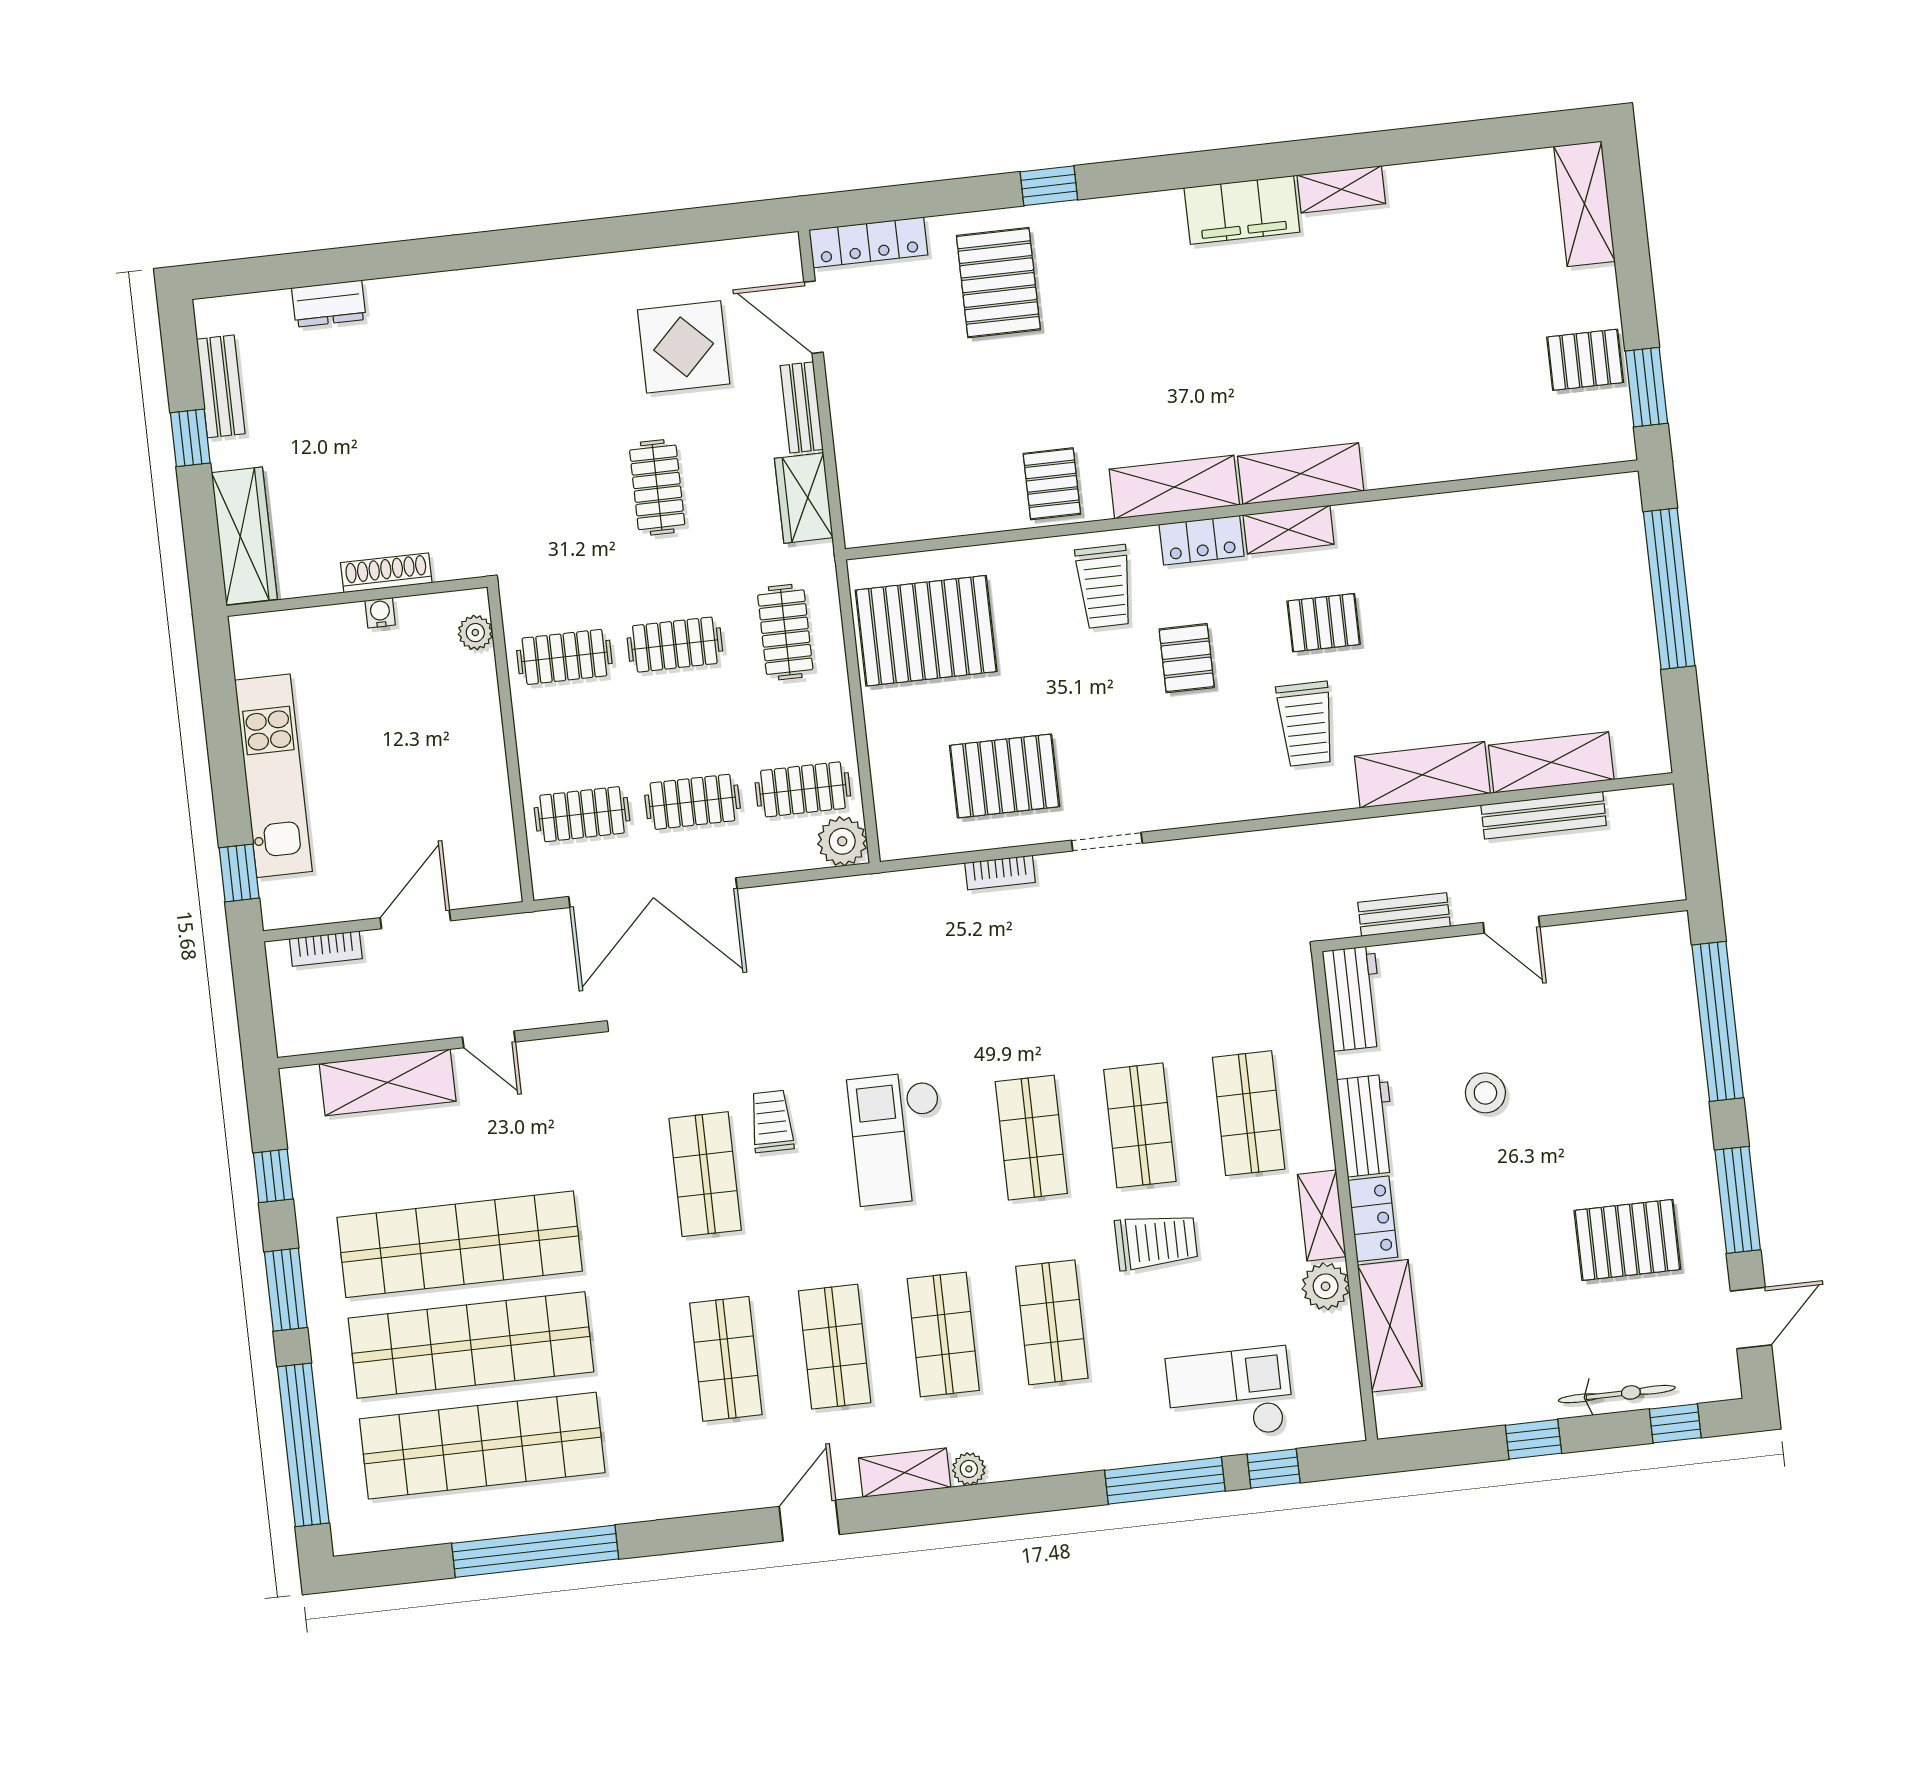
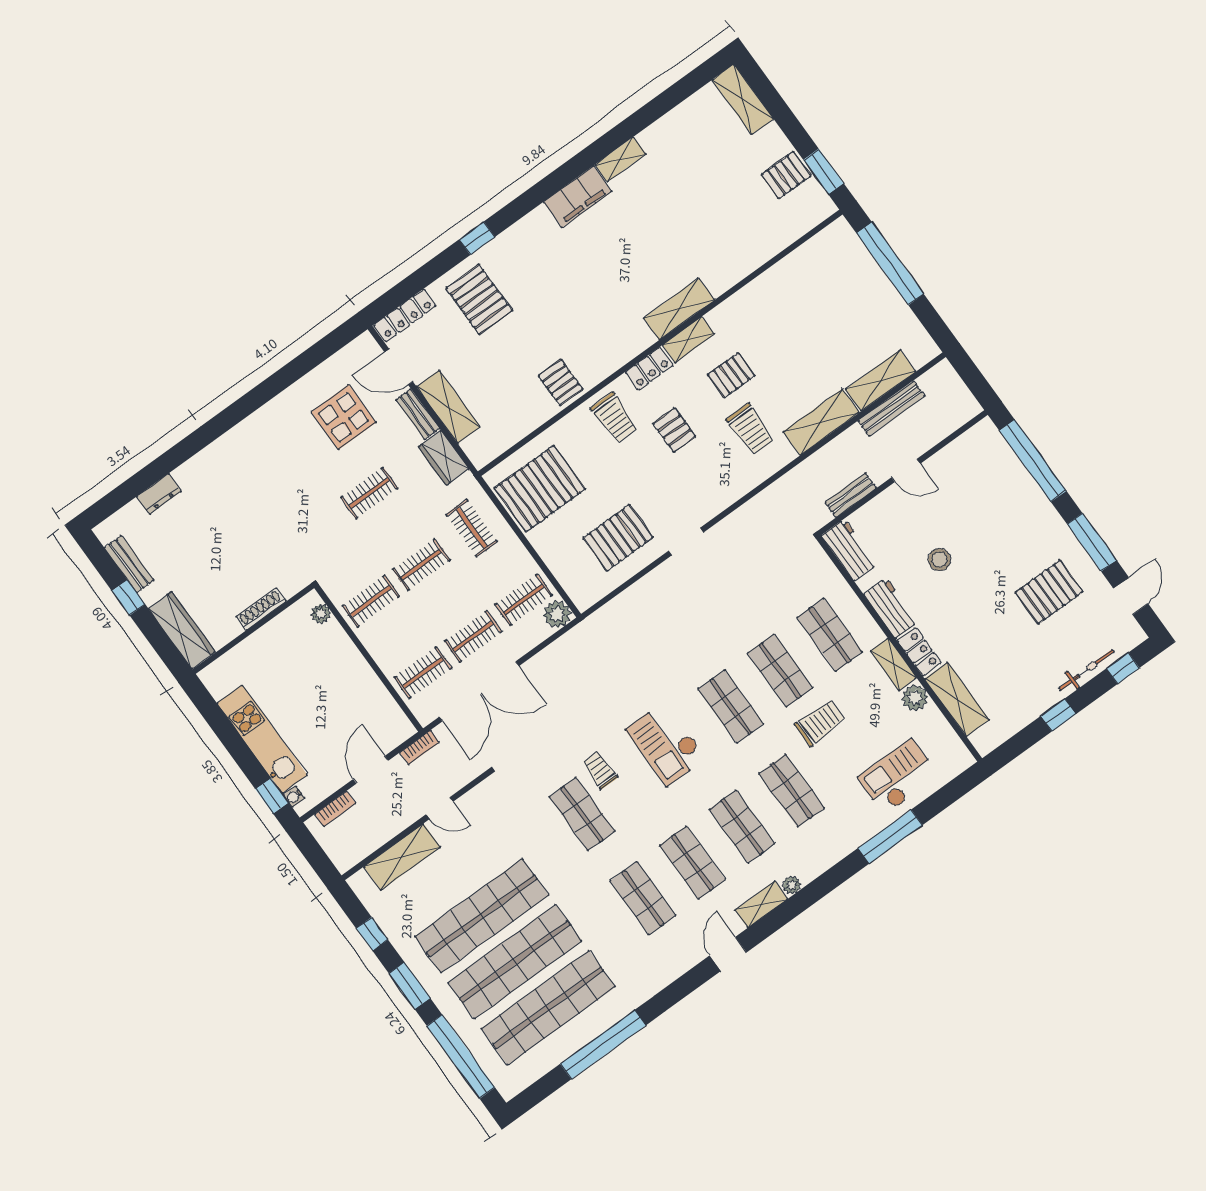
clothes rail: (657, 487) -> (369, 493), turned 90
shelving: (1174, 487) -> (448, 407), moved, turned 90
water cooler: (380, 613) -> (294, 797), moved, turned -90
bookcase: (1000, 873) -> (419, 747), moved
window: (1274, 1468) -> (940, 801), removed

